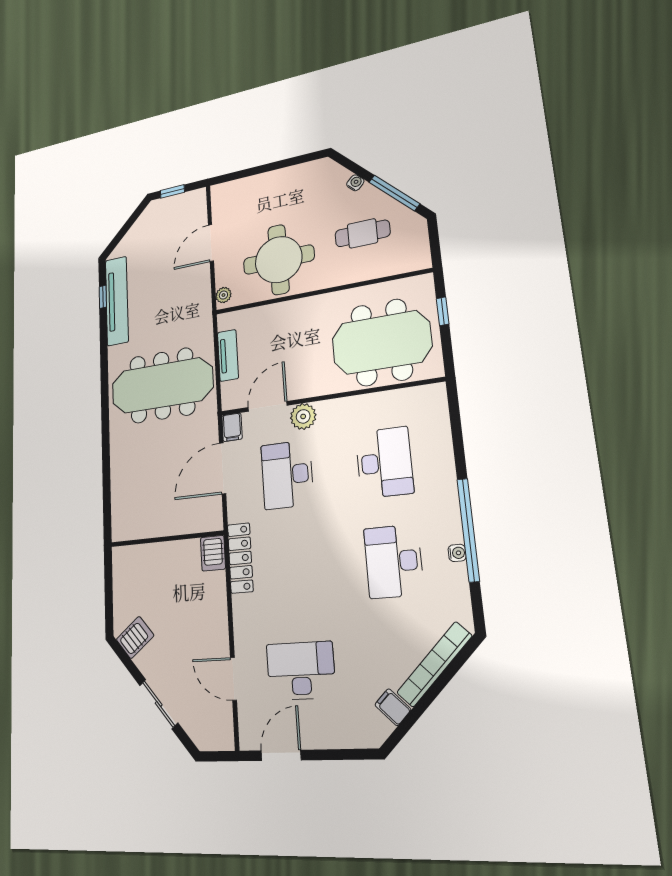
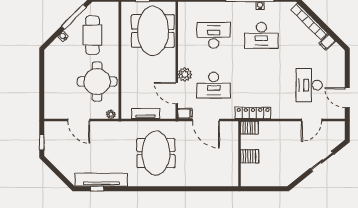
cafe table: (362, 233) -> (92, 35), width x1.37, depth x1.35
meeting table: (162, 385) -> (156, 153), width x0.73
server rack: (135, 637) -> (250, 156), moved, turned 129

